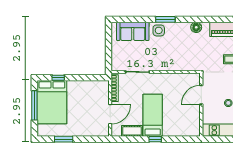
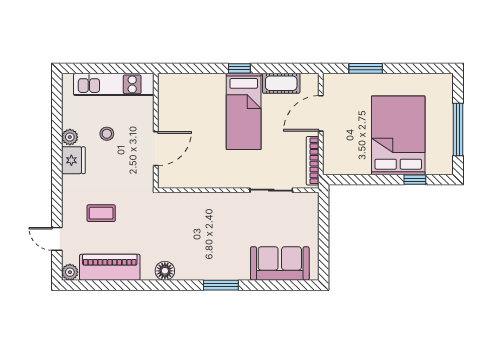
side table: (159, 30) -> (233, 265), removed
bed: (52, 102) -> (398, 135), moved
window: (64, 139) -> (366, 68), moved

